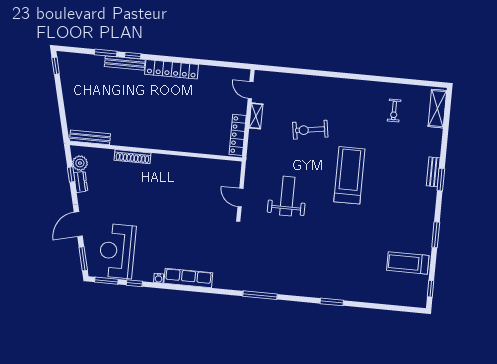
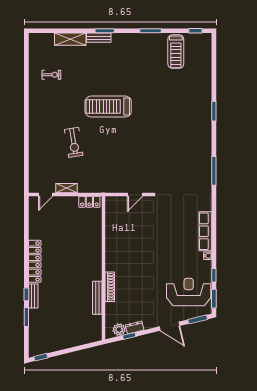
bench: (125, 63) -> (33, 296), width x0.73
shelving: (437, 109) -> (70, 39), moved
locker: (238, 135) -> (89, 202), width x0.66
bench: (90, 137) -> (97, 298), moved
weight bench: (287, 196) -> (130, 156), removed
reception desk: (117, 251) -> (189, 292), turned 180

